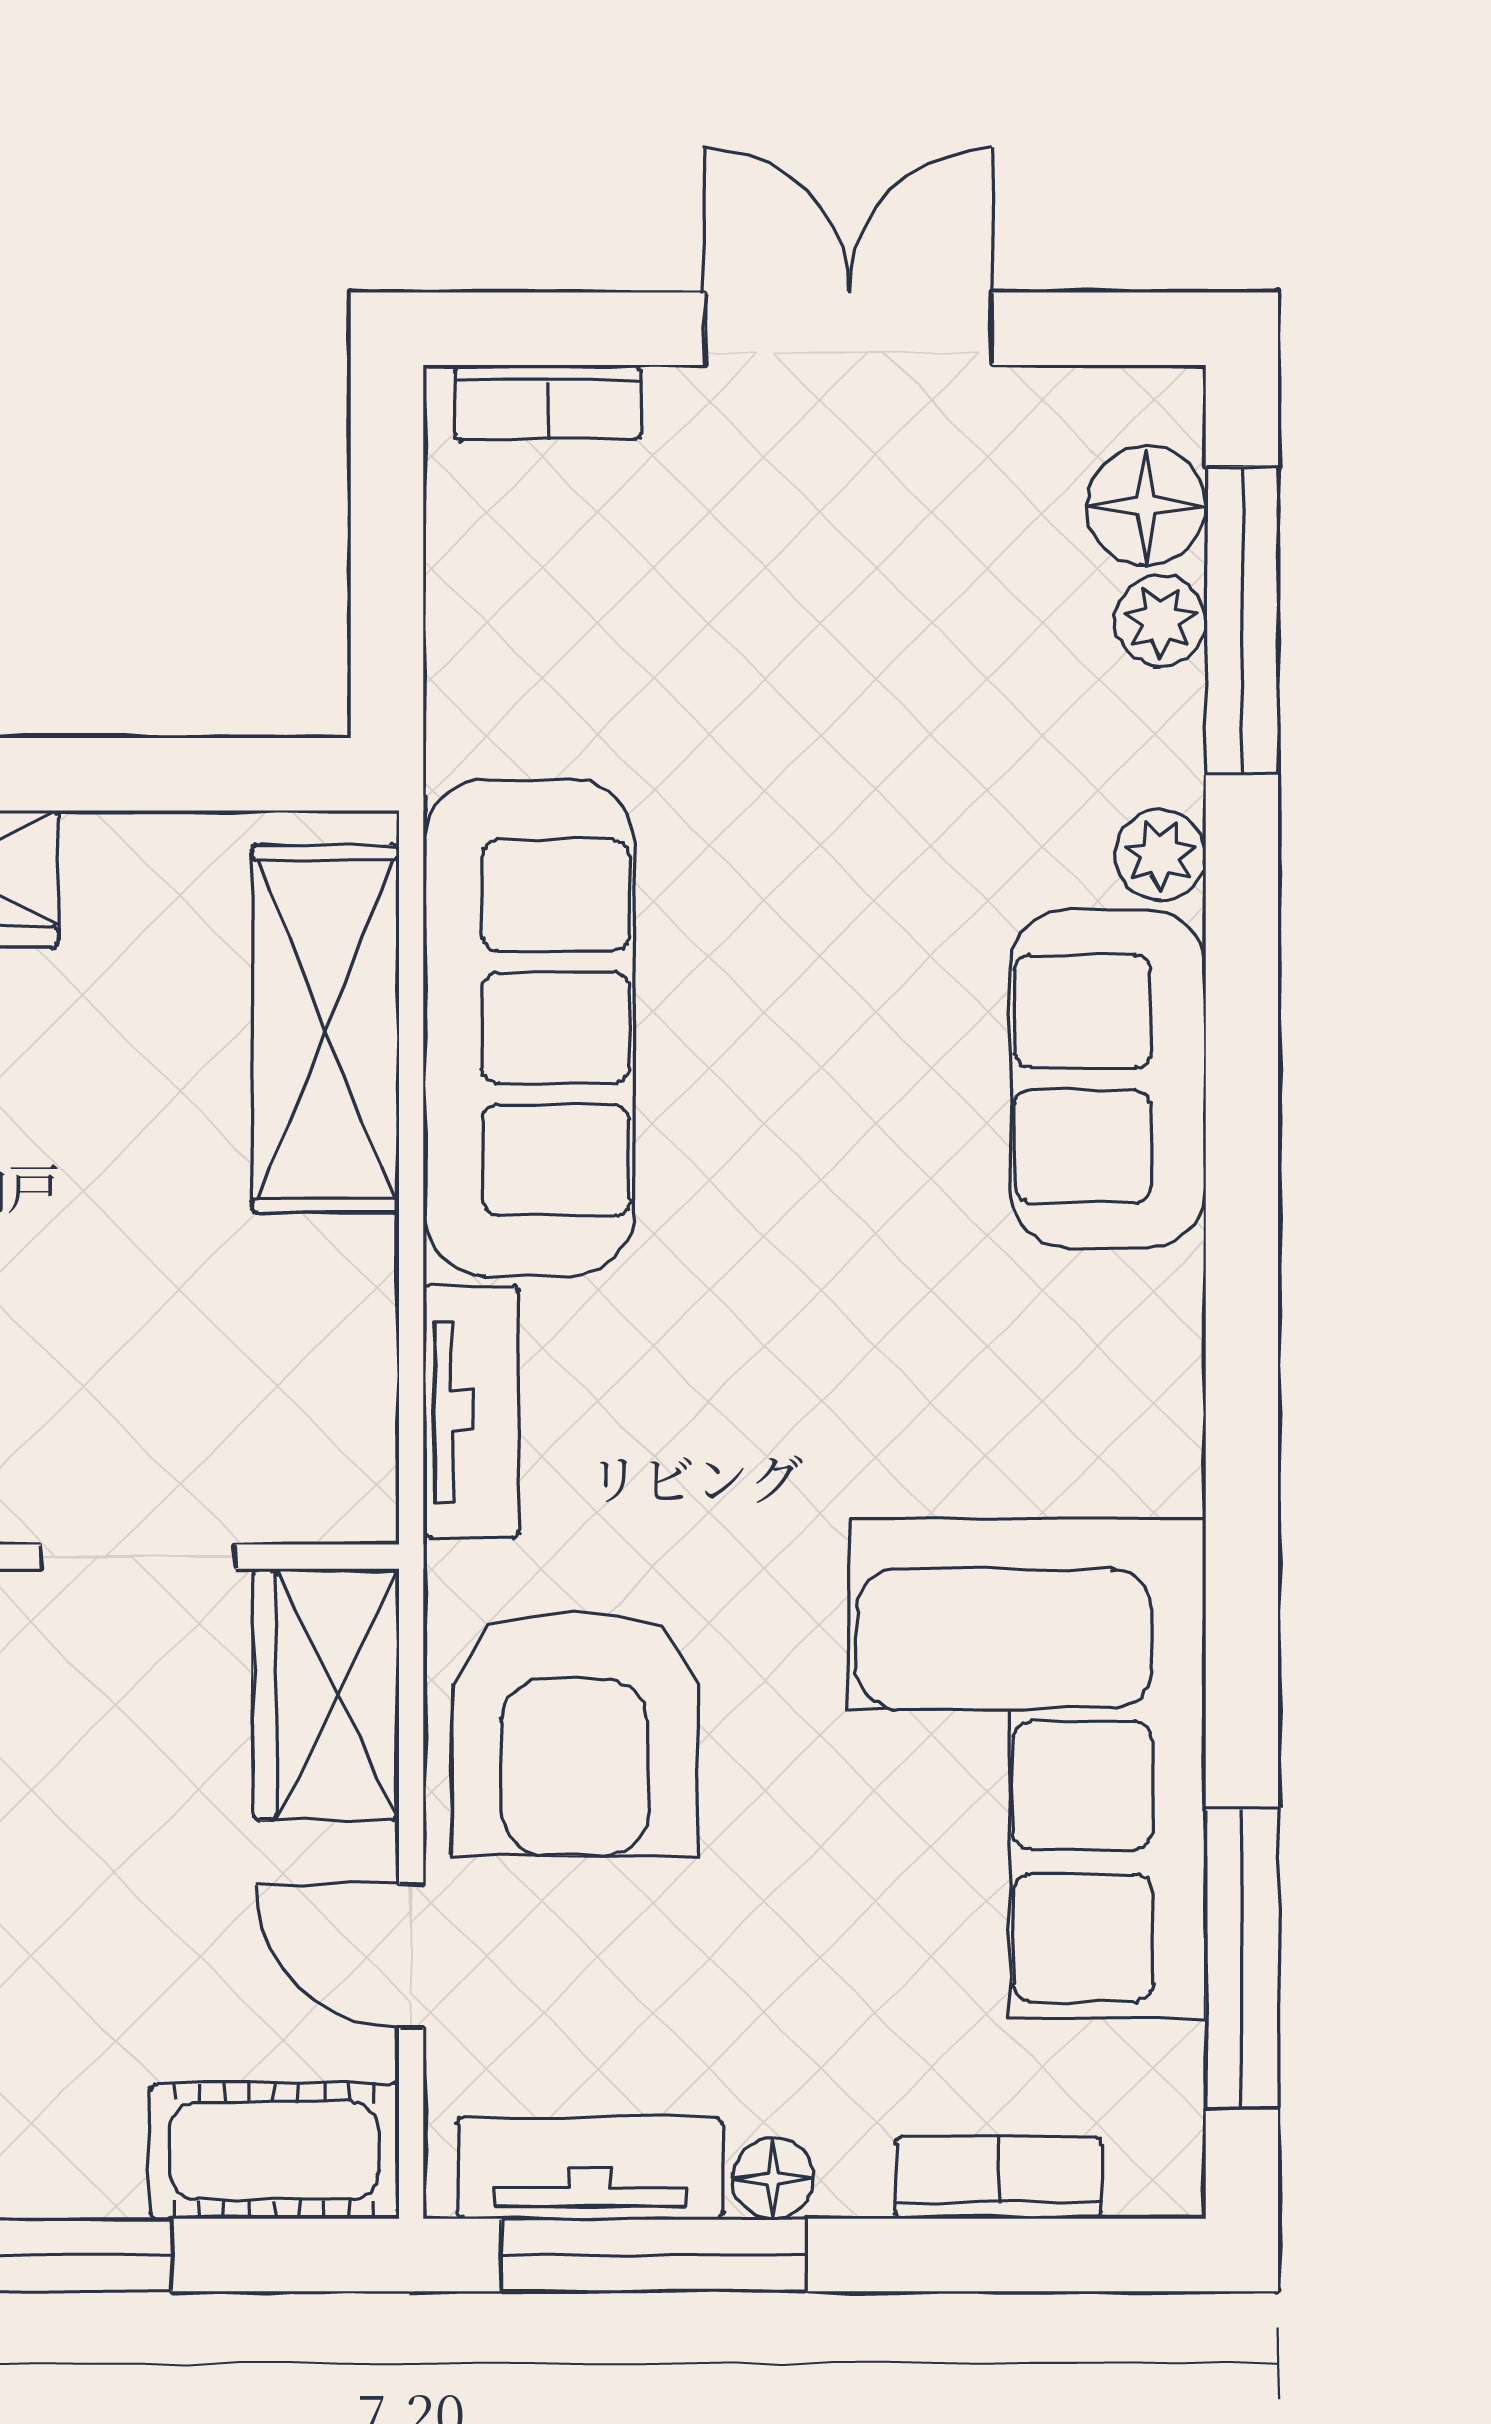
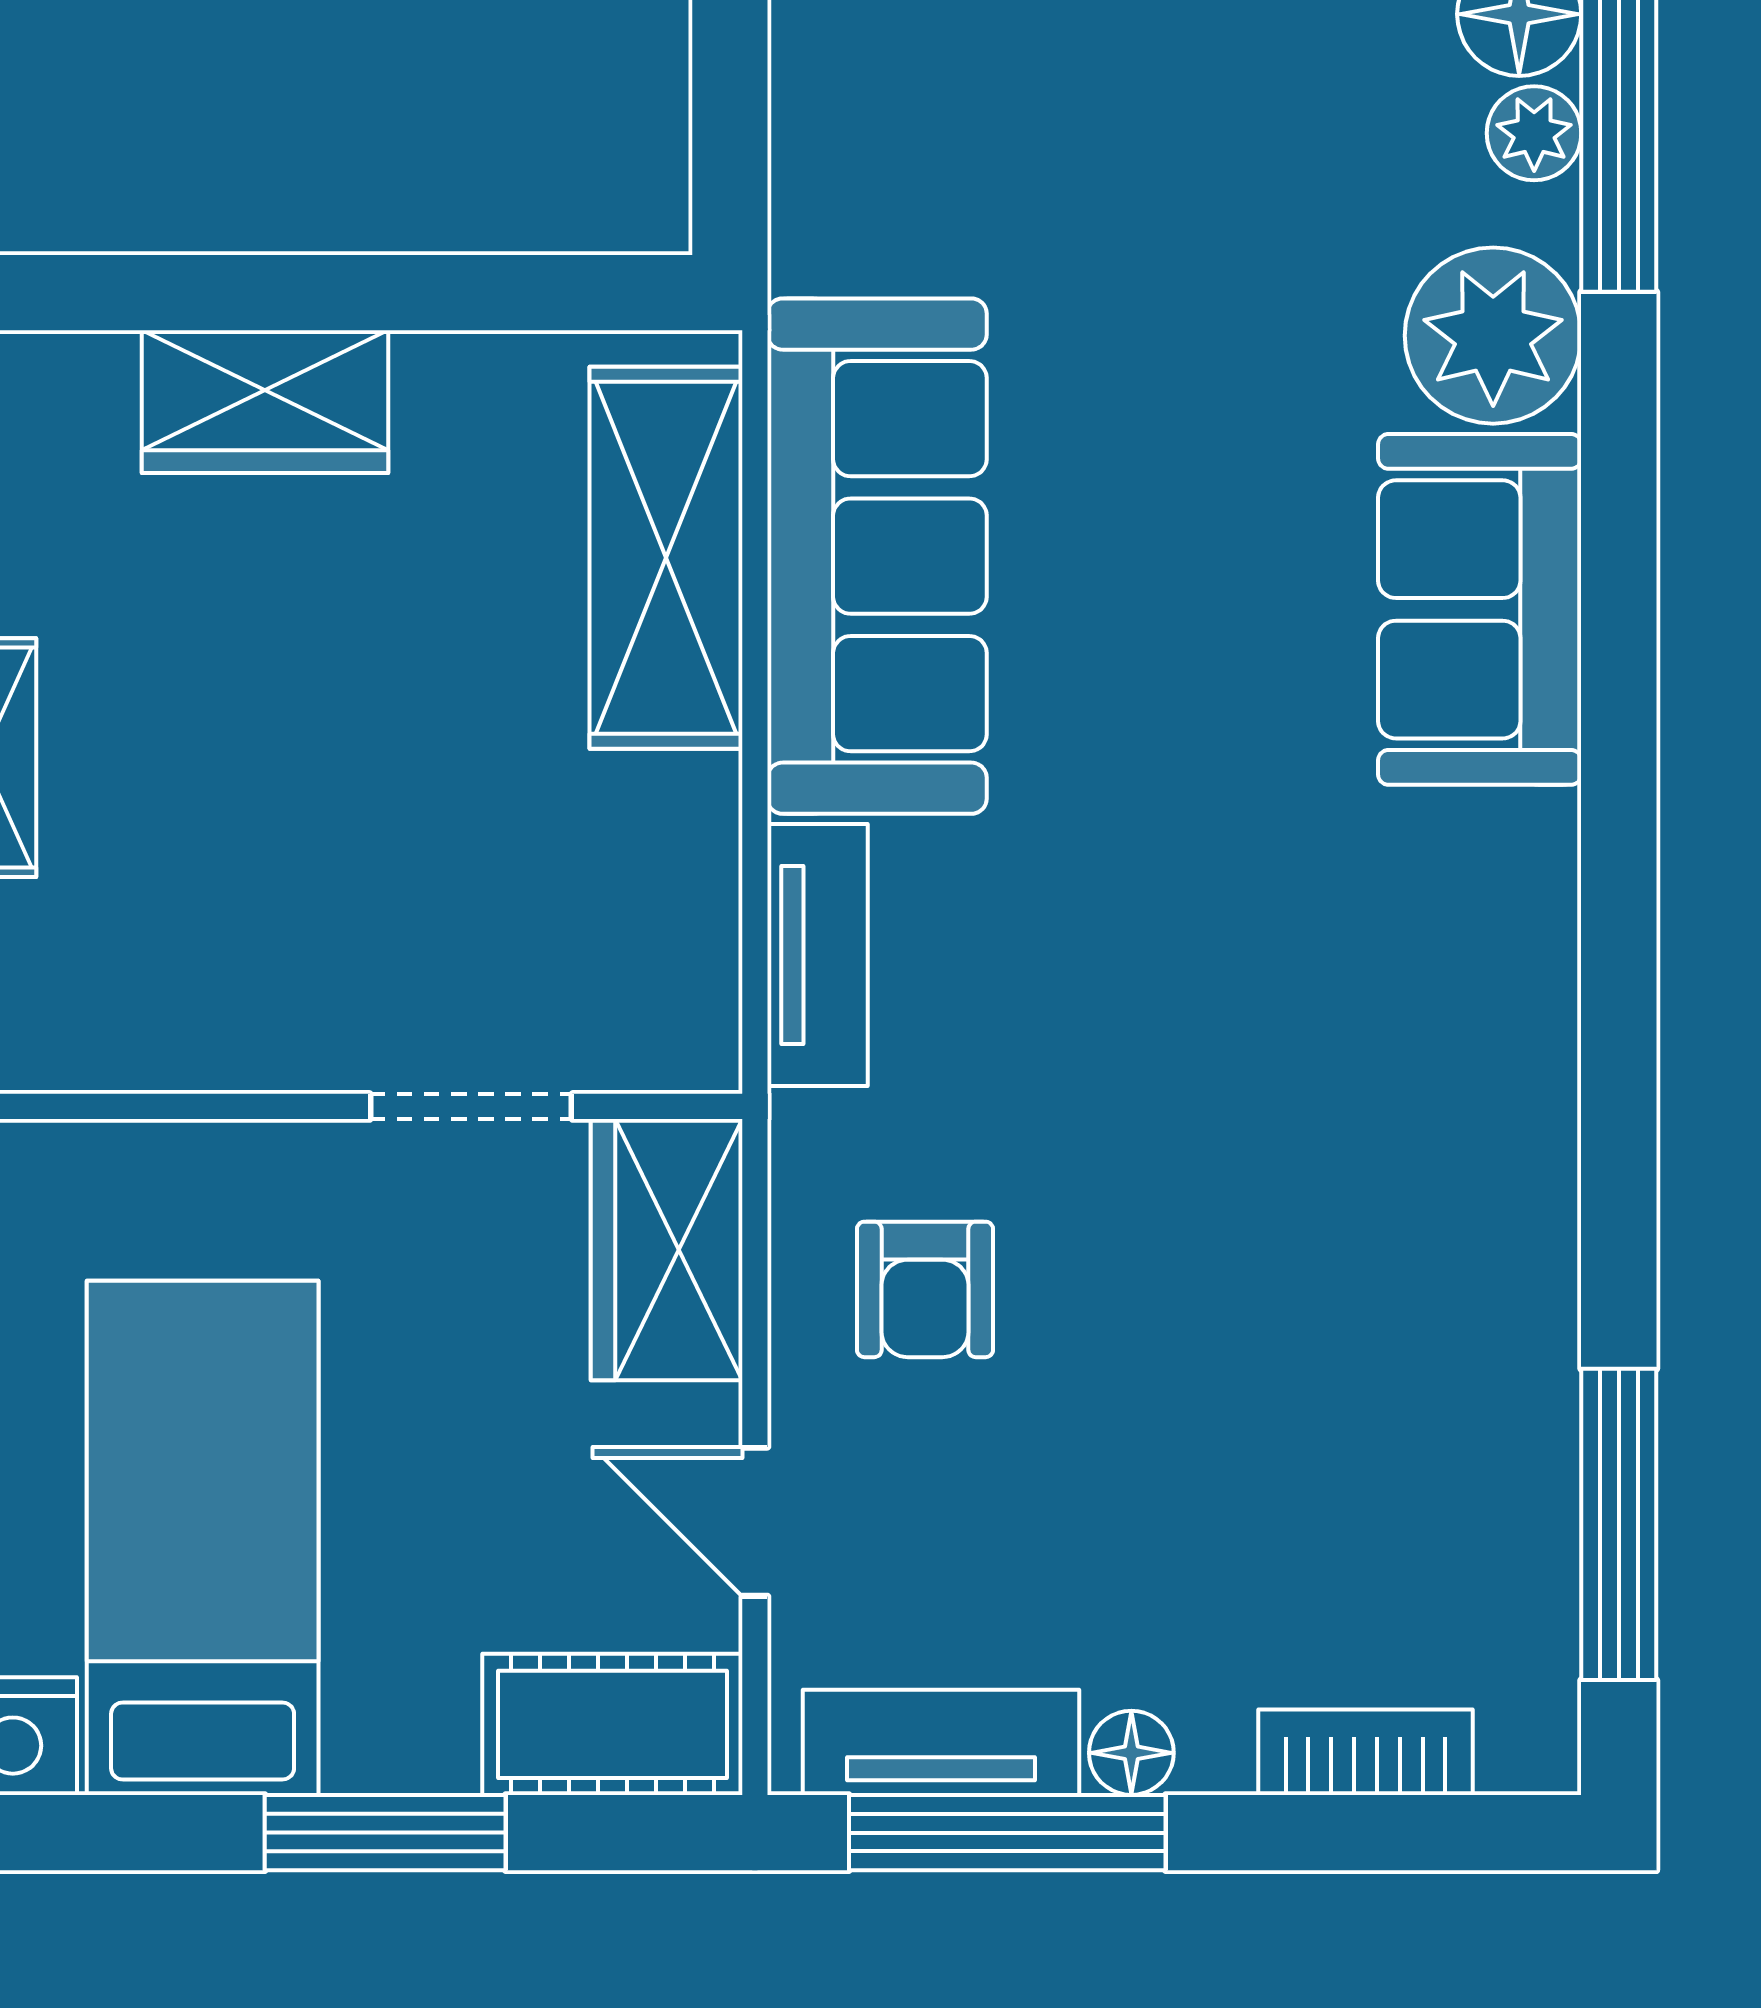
plant: (1161, 855) -> (1493, 336), width x1.87, depth x1.87
armchair: (575, 1733) -> (925, 1289), width x0.53, depth x0.53
corner sofa: (1027, 1769) -> (1396, 1327), removed

